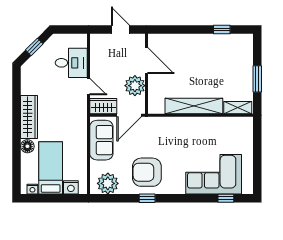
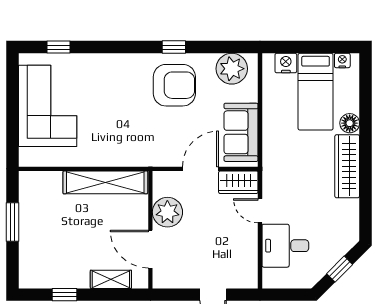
door: (147, 61) -> (150, 249), moved
wall: (147, 74) -> (150, 230), moved
plant: (135, 86) -> (167, 212), moved
shelving: (238, 108) -> (111, 279), moved
corner sofa: (214, 174) -> (48, 106), moved, turned -90

